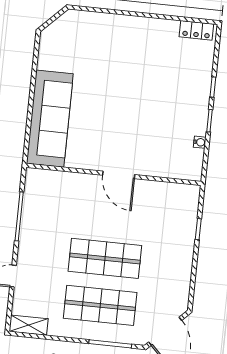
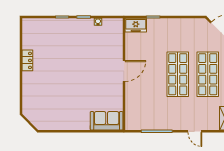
locker: (196, 30) -> (27, 60), moved
sofa: (50, 119) -> (107, 121), width x0.54, depth x0.79
freezer: (188, 201) -> (136, 25), added

